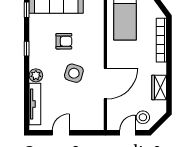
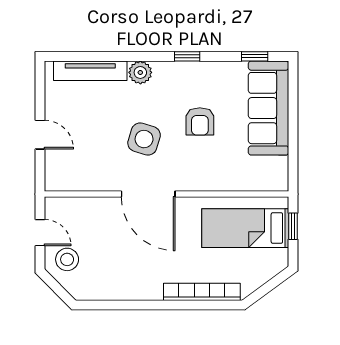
door: (105, 83) -> (148, 194), moved
wardrobe: (159, 88) -> (119, 288), removed
door: (61, 133) -> (40, 135), moved

